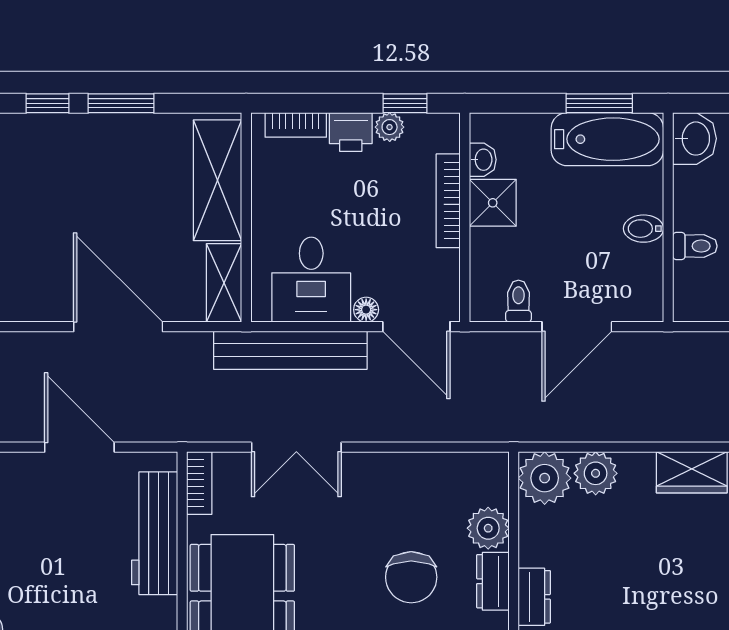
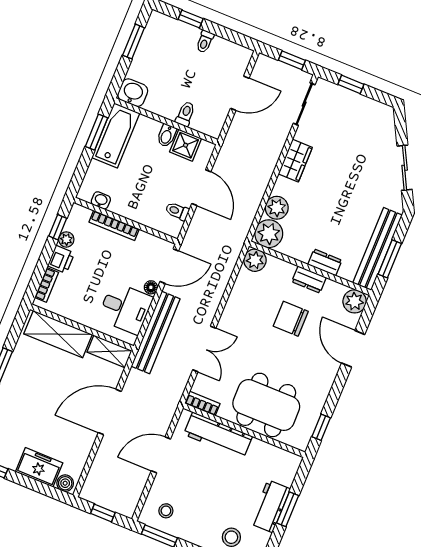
shower: (493, 203) -> (186, 145), moved
plant: (488, 528) -> (255, 260), moved
chair: (411, 577) -> (291, 319), turned 180

